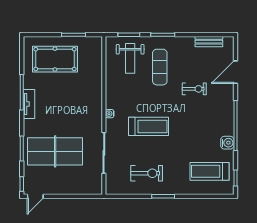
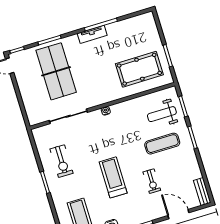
bench: (209, 42) -> (202, 192), moved
pool table: (55, 59) -> (139, 69), moved, turned 90
treadmill: (149, 126) -> (113, 177), moved, turned 180

